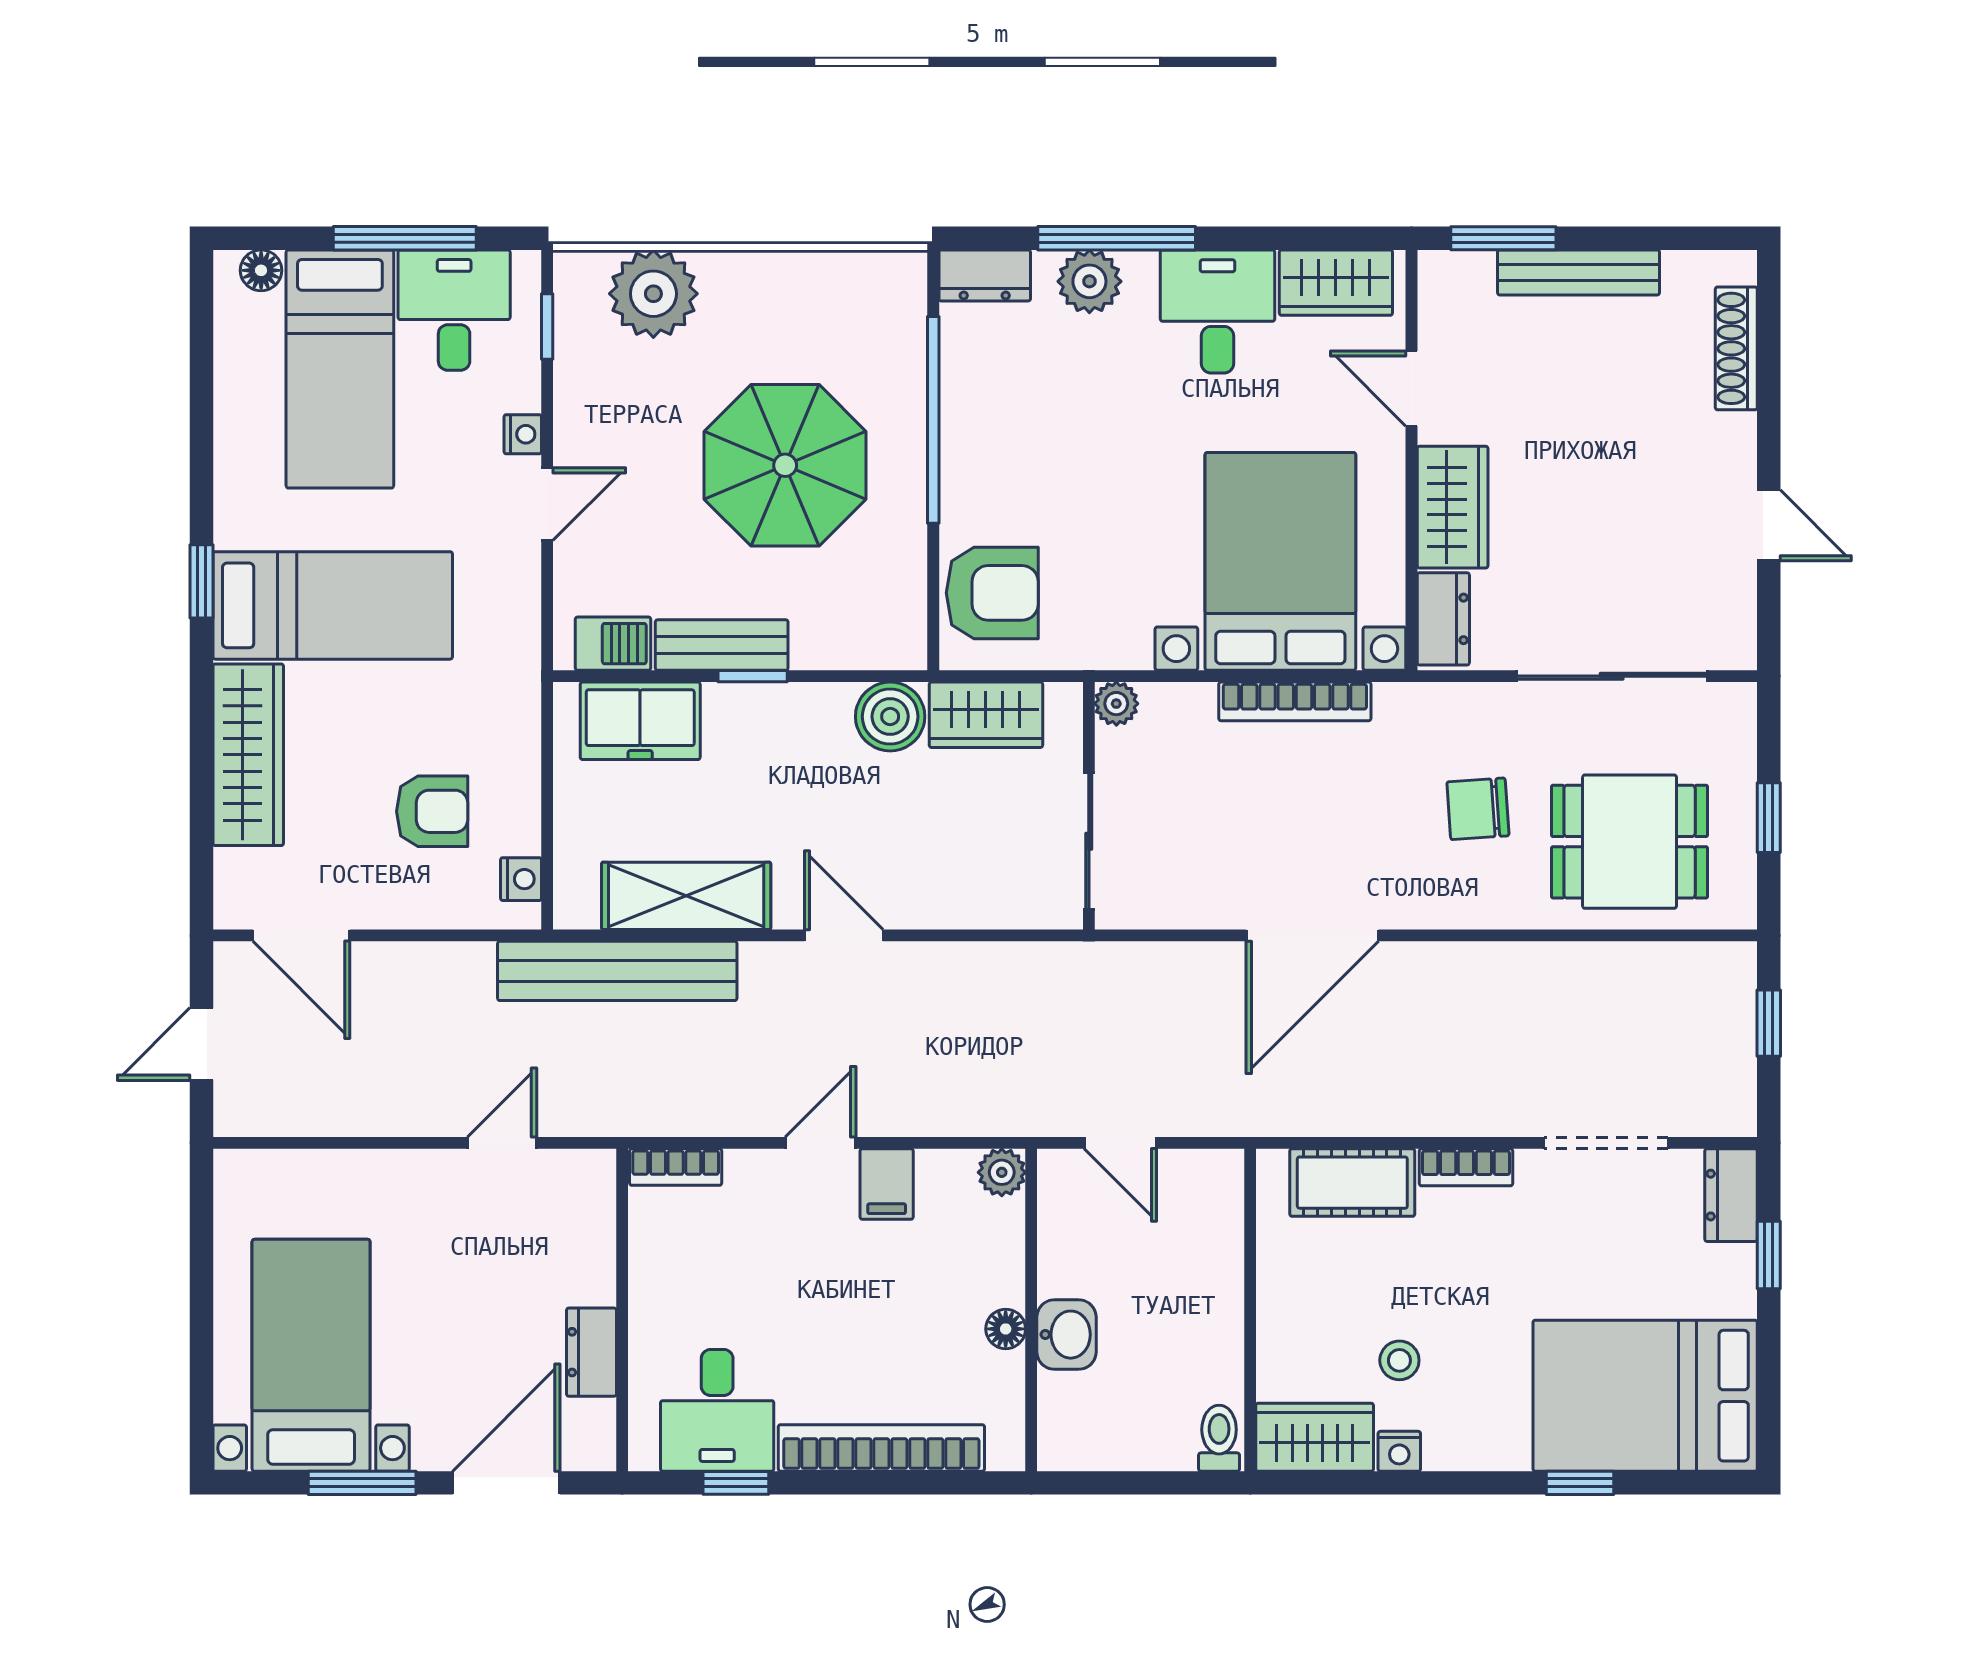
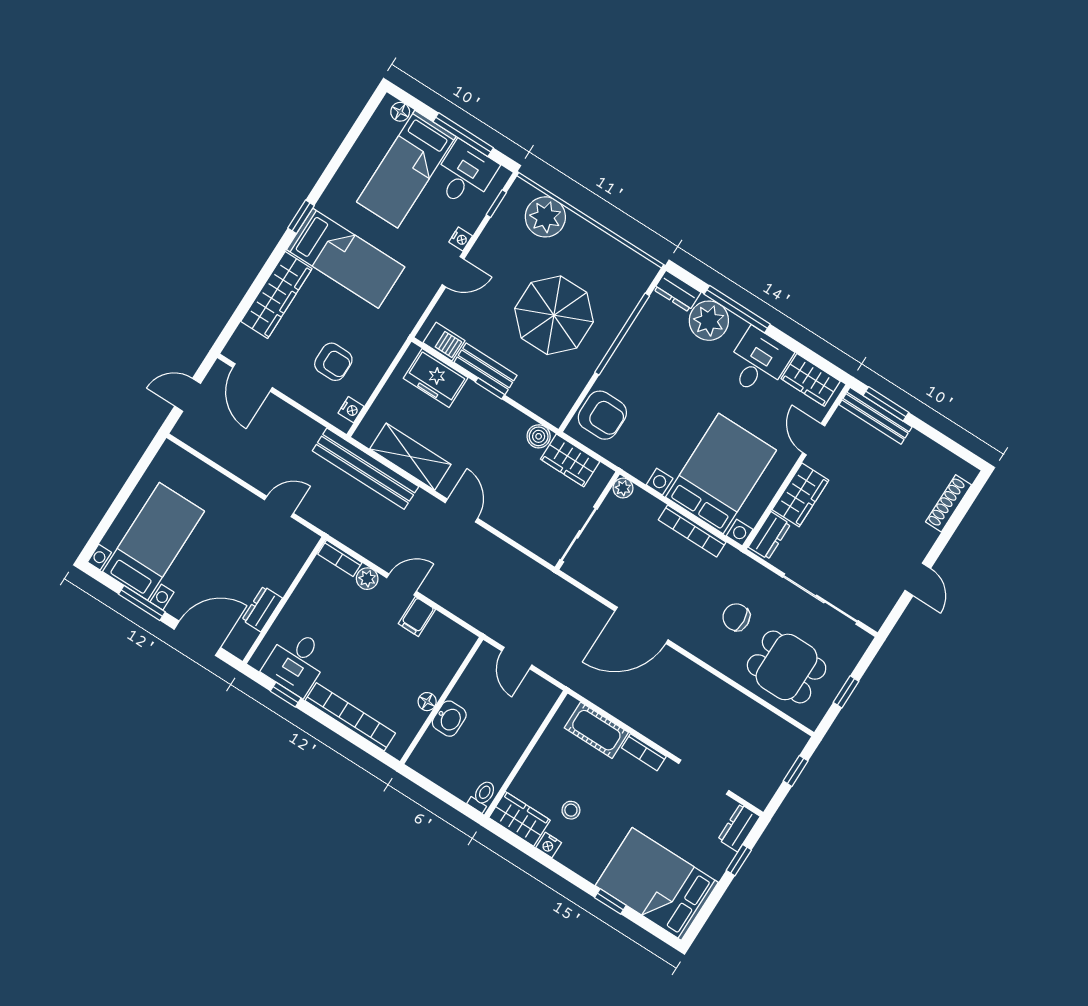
bench: (1578, 272) -> (876, 416), moved
plant: (1089, 281) -> (709, 321), width x1.36, depth x1.36
boiler: (890, 717) -> (539, 436), width x0.73, depth x0.73
plant: (1002, 1172) -> (367, 579), moved

